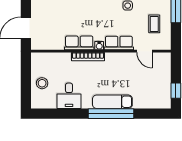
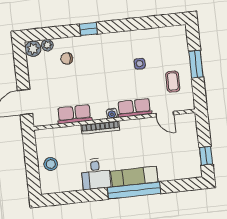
row of seats: (79, 43) -> (74, 114), moved
desk: (69, 96) -> (96, 174), moved

